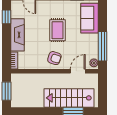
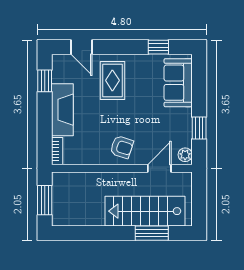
rug: (57, 30) -> (112, 80), moved
window: (103, 46) -> (199, 128), width x0.46

